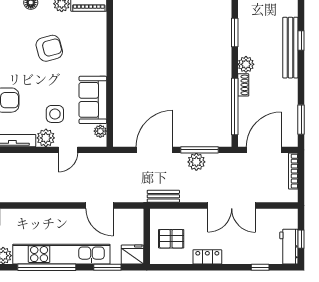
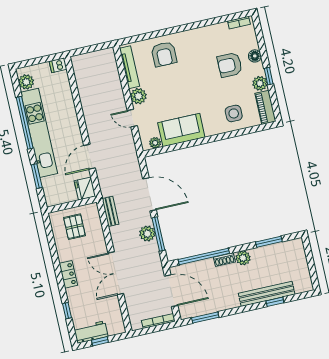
armchair: (49, 48) -> (230, 65), moved, turned 105
side table: (55, 114) -> (234, 113), moved
fridge: (132, 255) -> (85, 188), moved, turned 180
locker: (207, 257) -> (68, 274), moved

